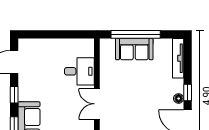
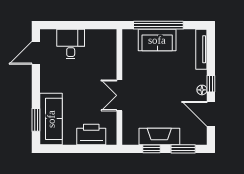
desk: (79, 71) -> (71, 44), moved, turned -90
window: (14, 95) -> (36, 86), removed

